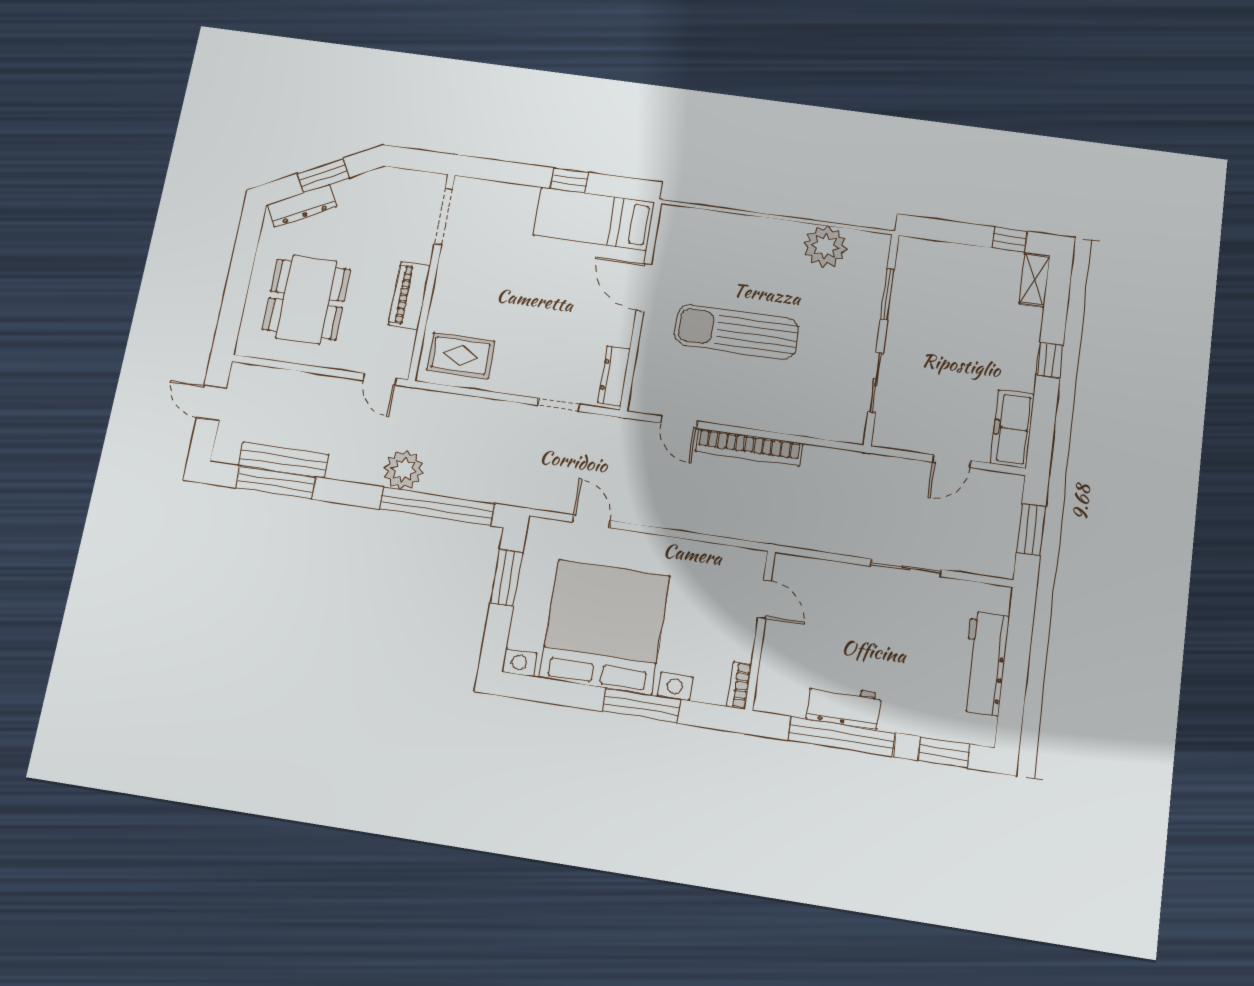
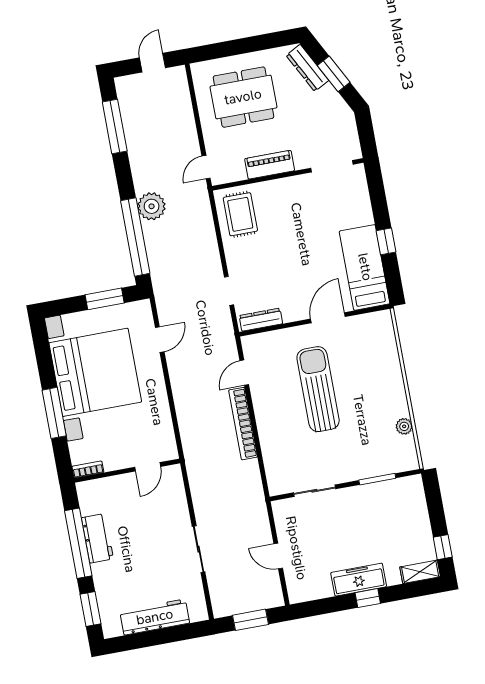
plant: (825, 246) -> (404, 426), width x0.53, depth x0.53
freezer: (1012, 429) -> (359, 580), moved
bench: (283, 460) -> (131, 125), removed

